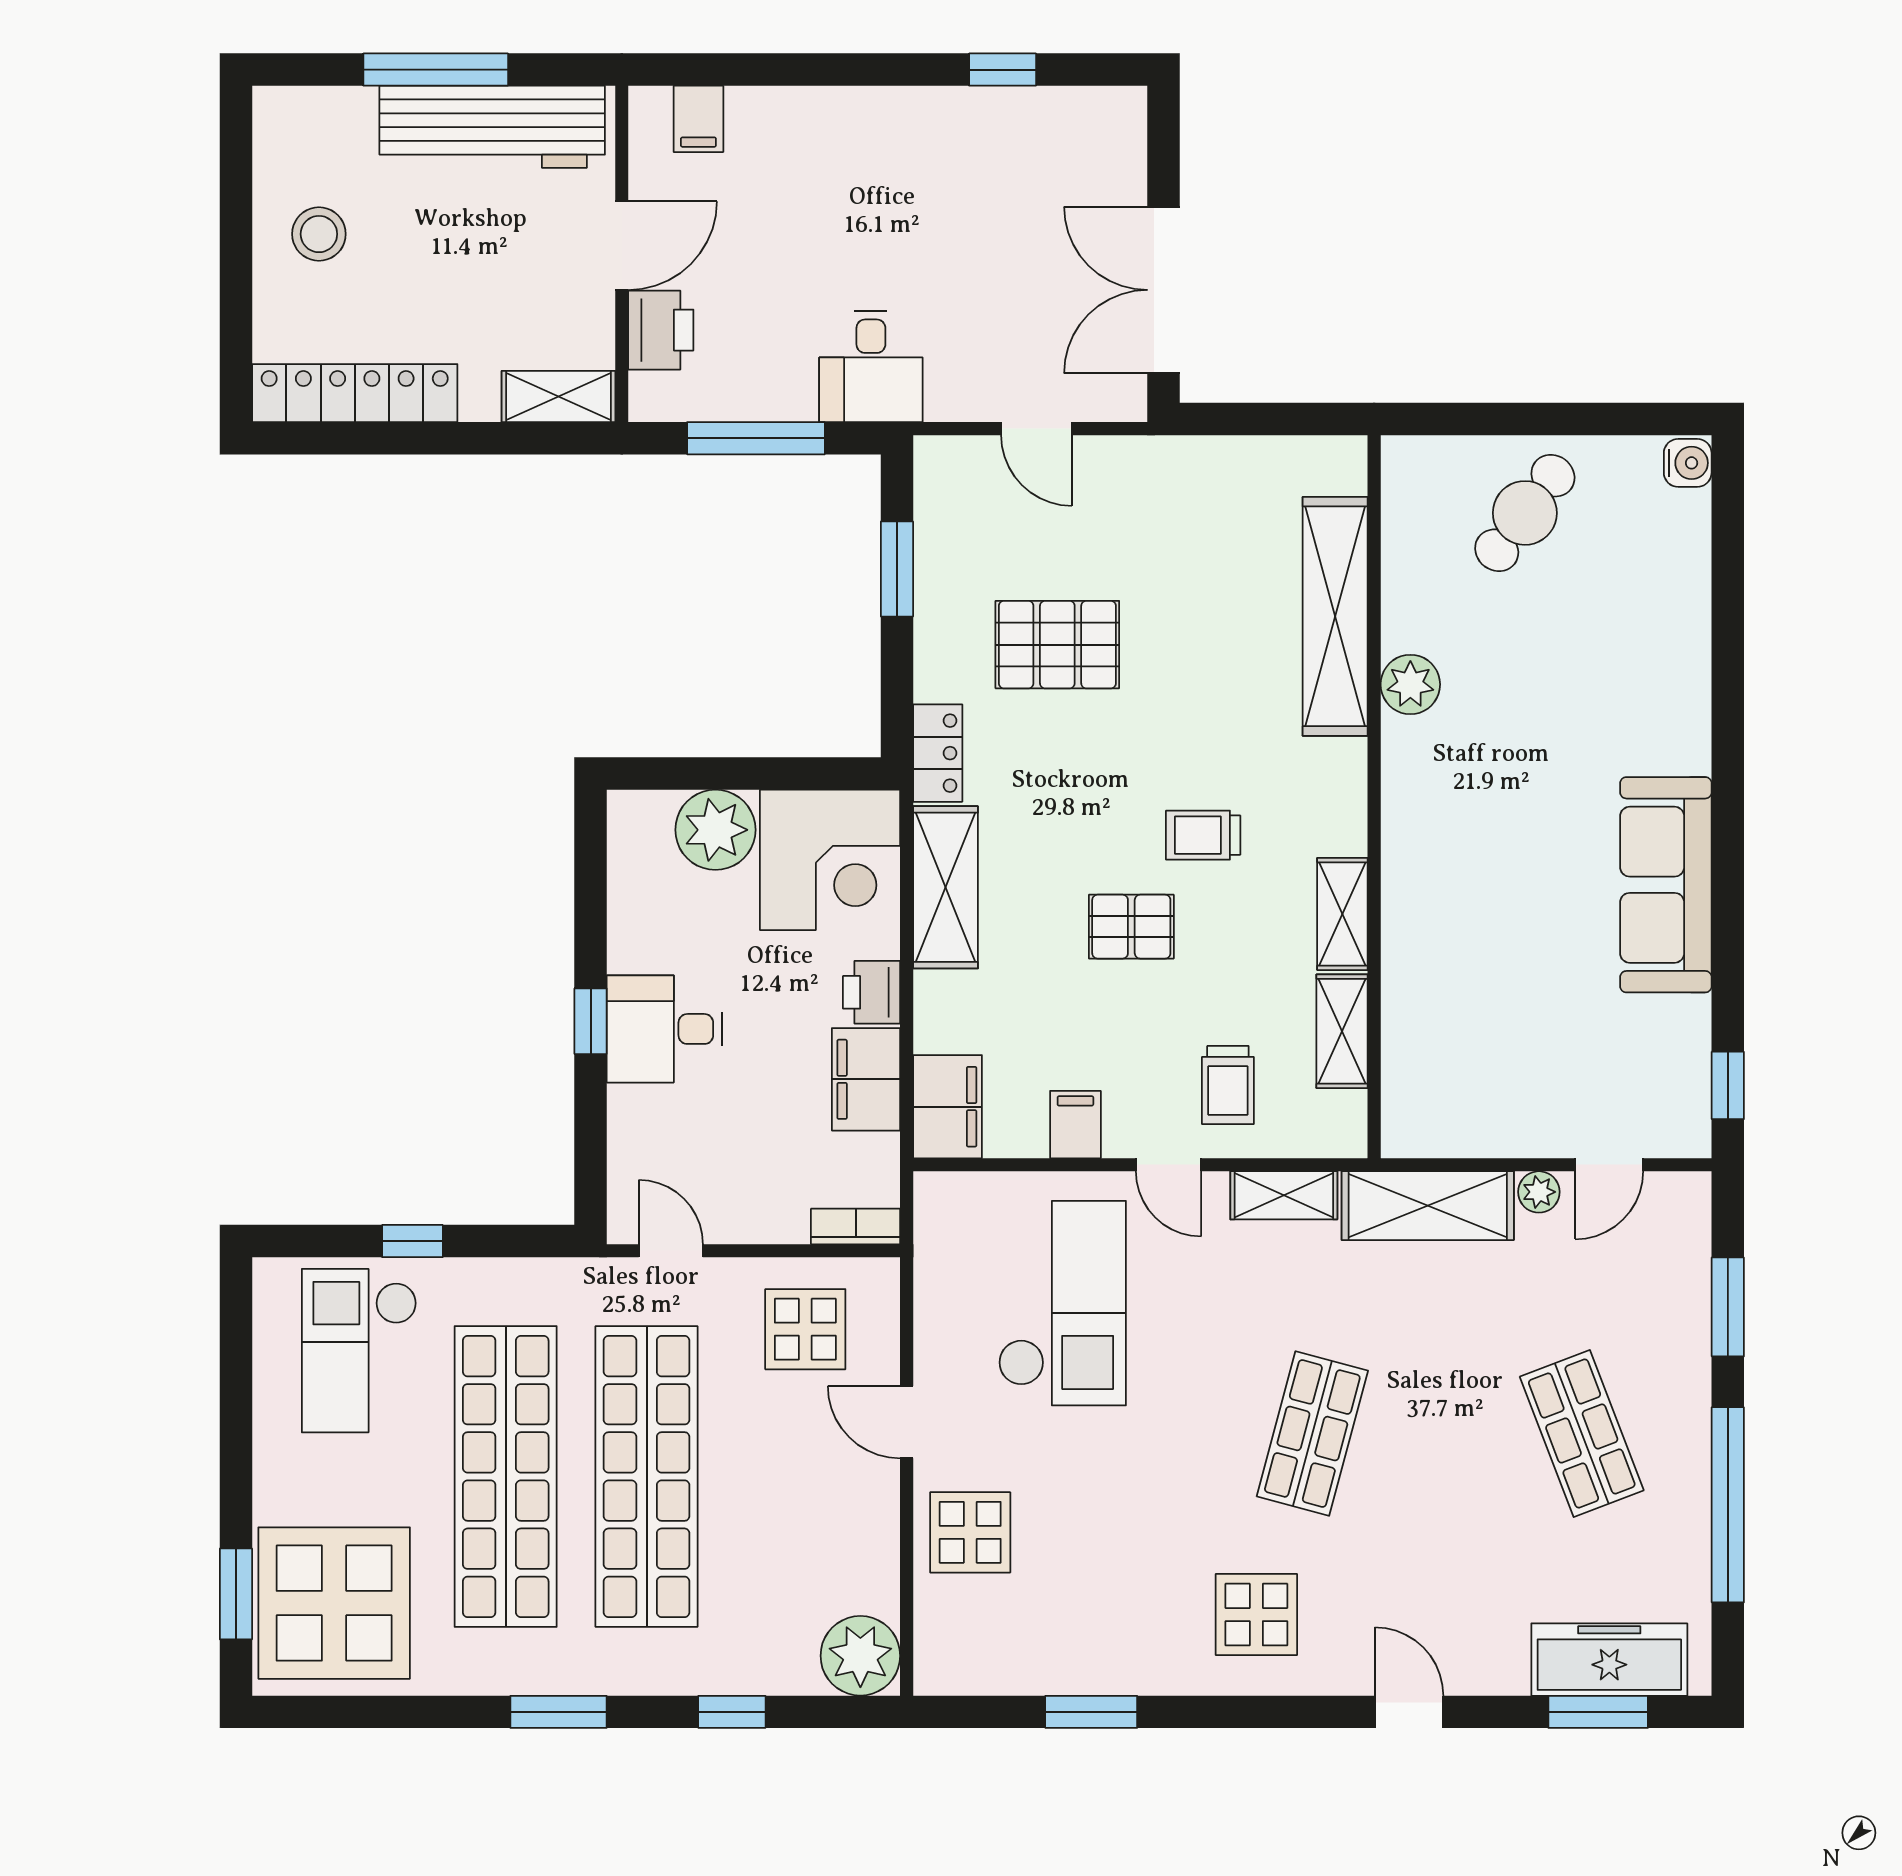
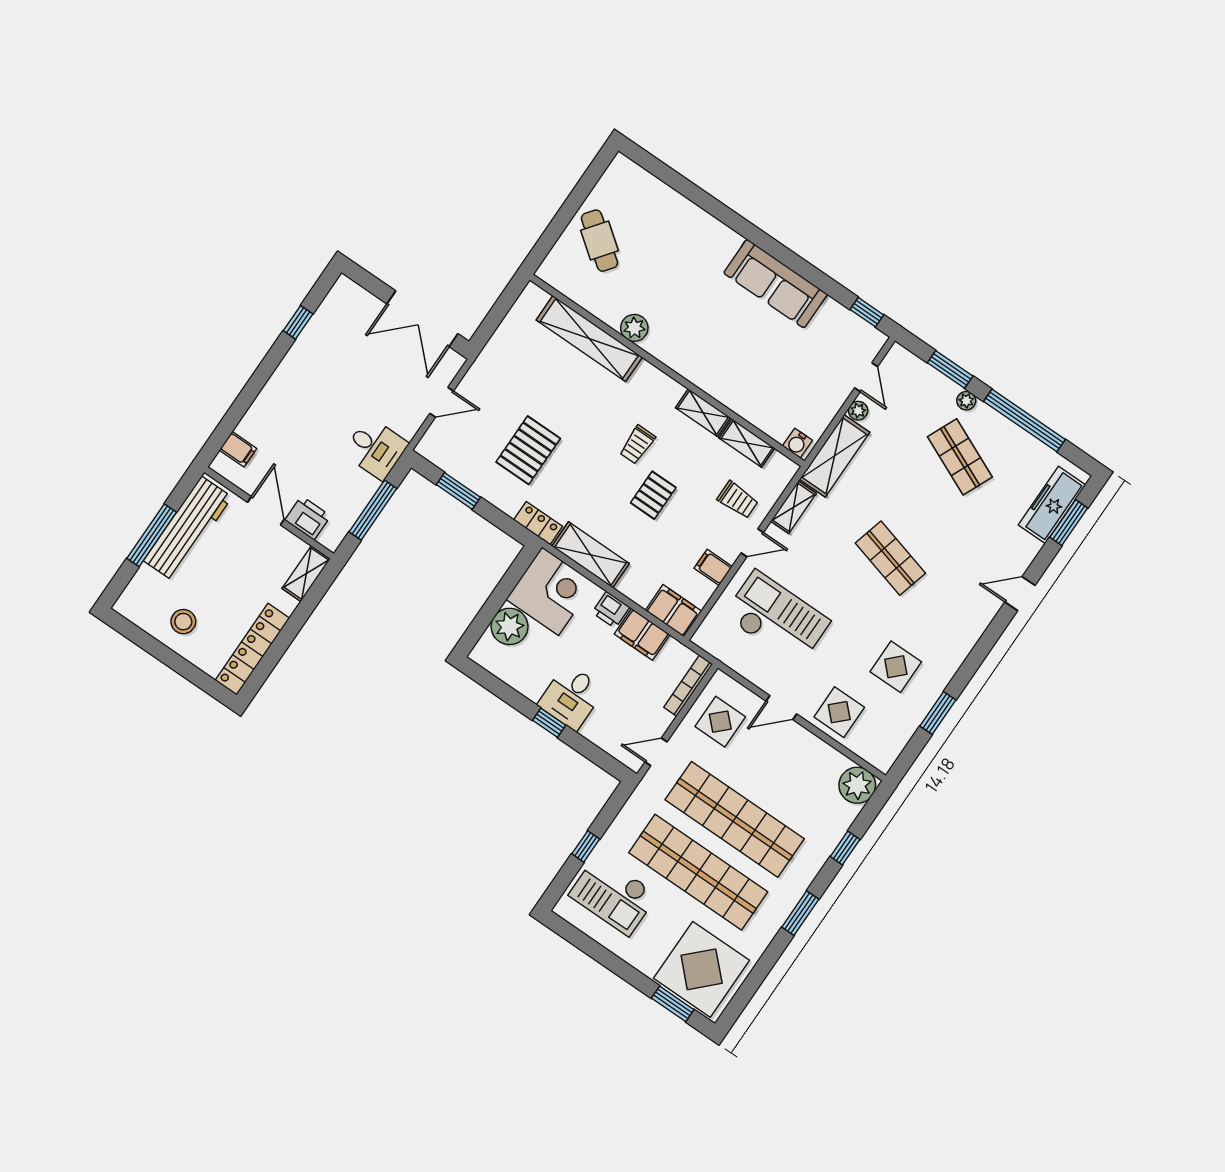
water cooler: (1688, 463) -> (797, 443), moved, turned 180
bookcase: (856, 1226) -> (688, 686), width x1.56
plant: (1691, 1375) -> (966, 401), added
shop shelf: (1582, 1434) -> (960, 457), turned 45
display table: (1256, 1615) -> (896, 667), moved

